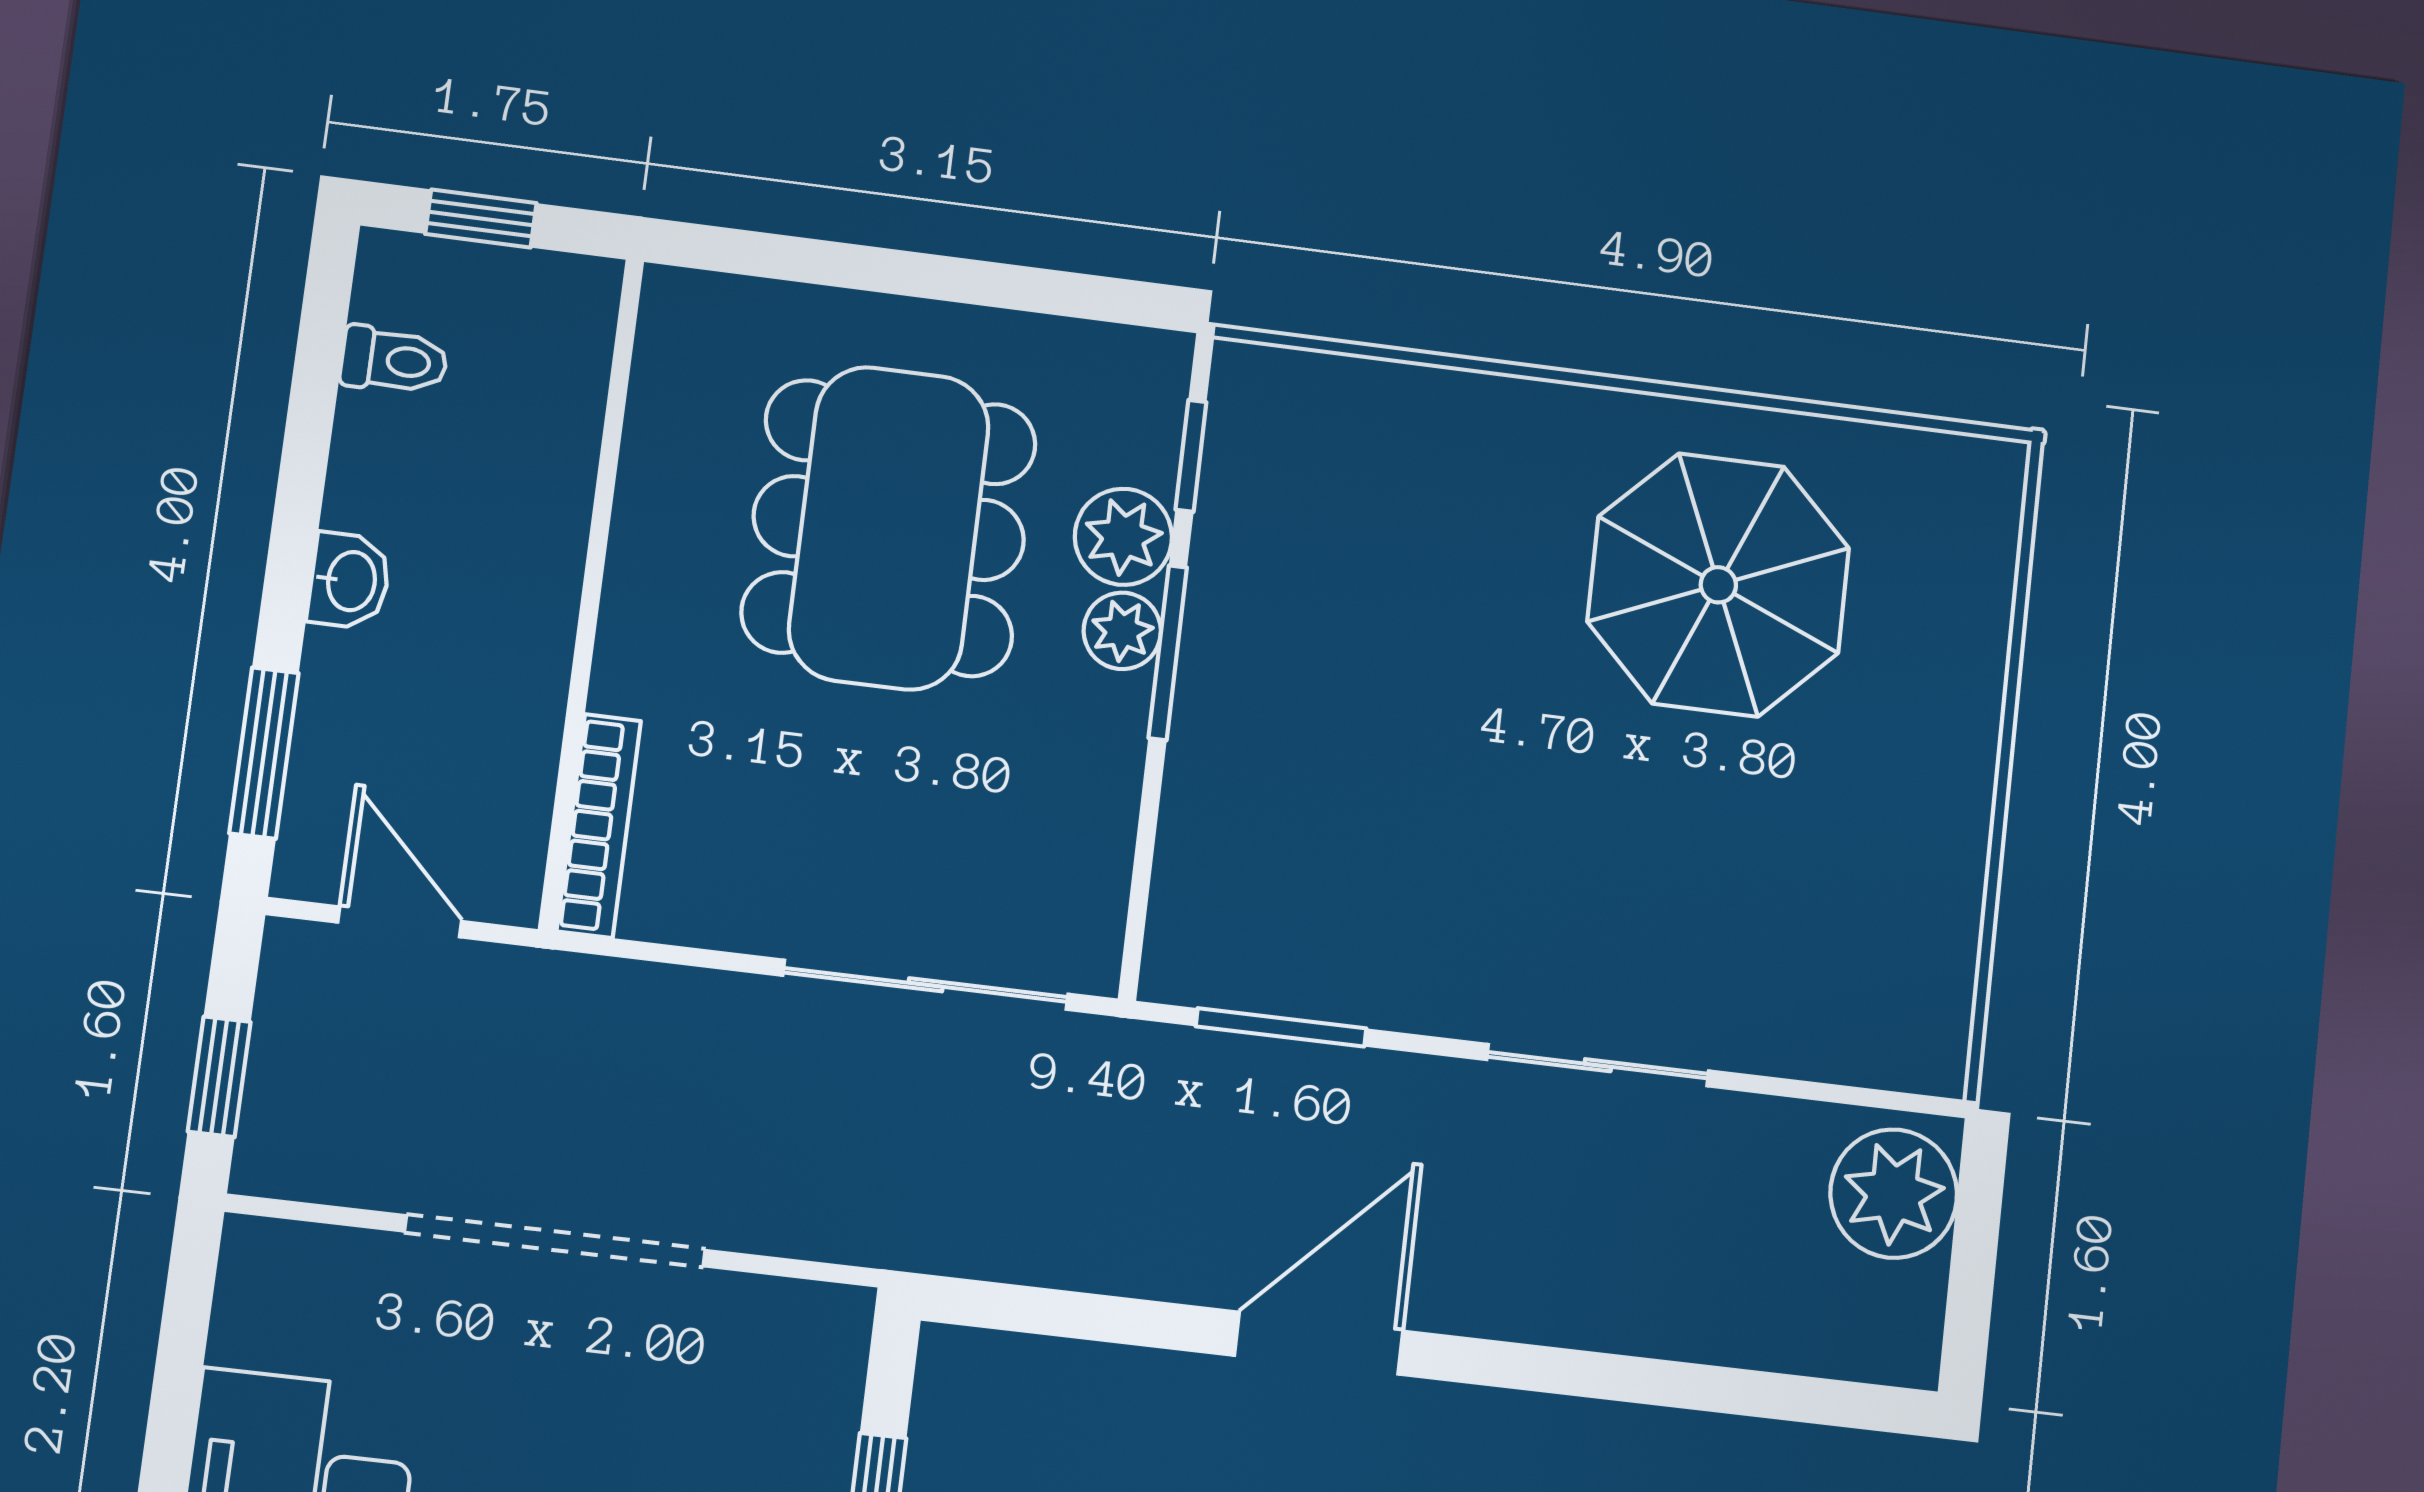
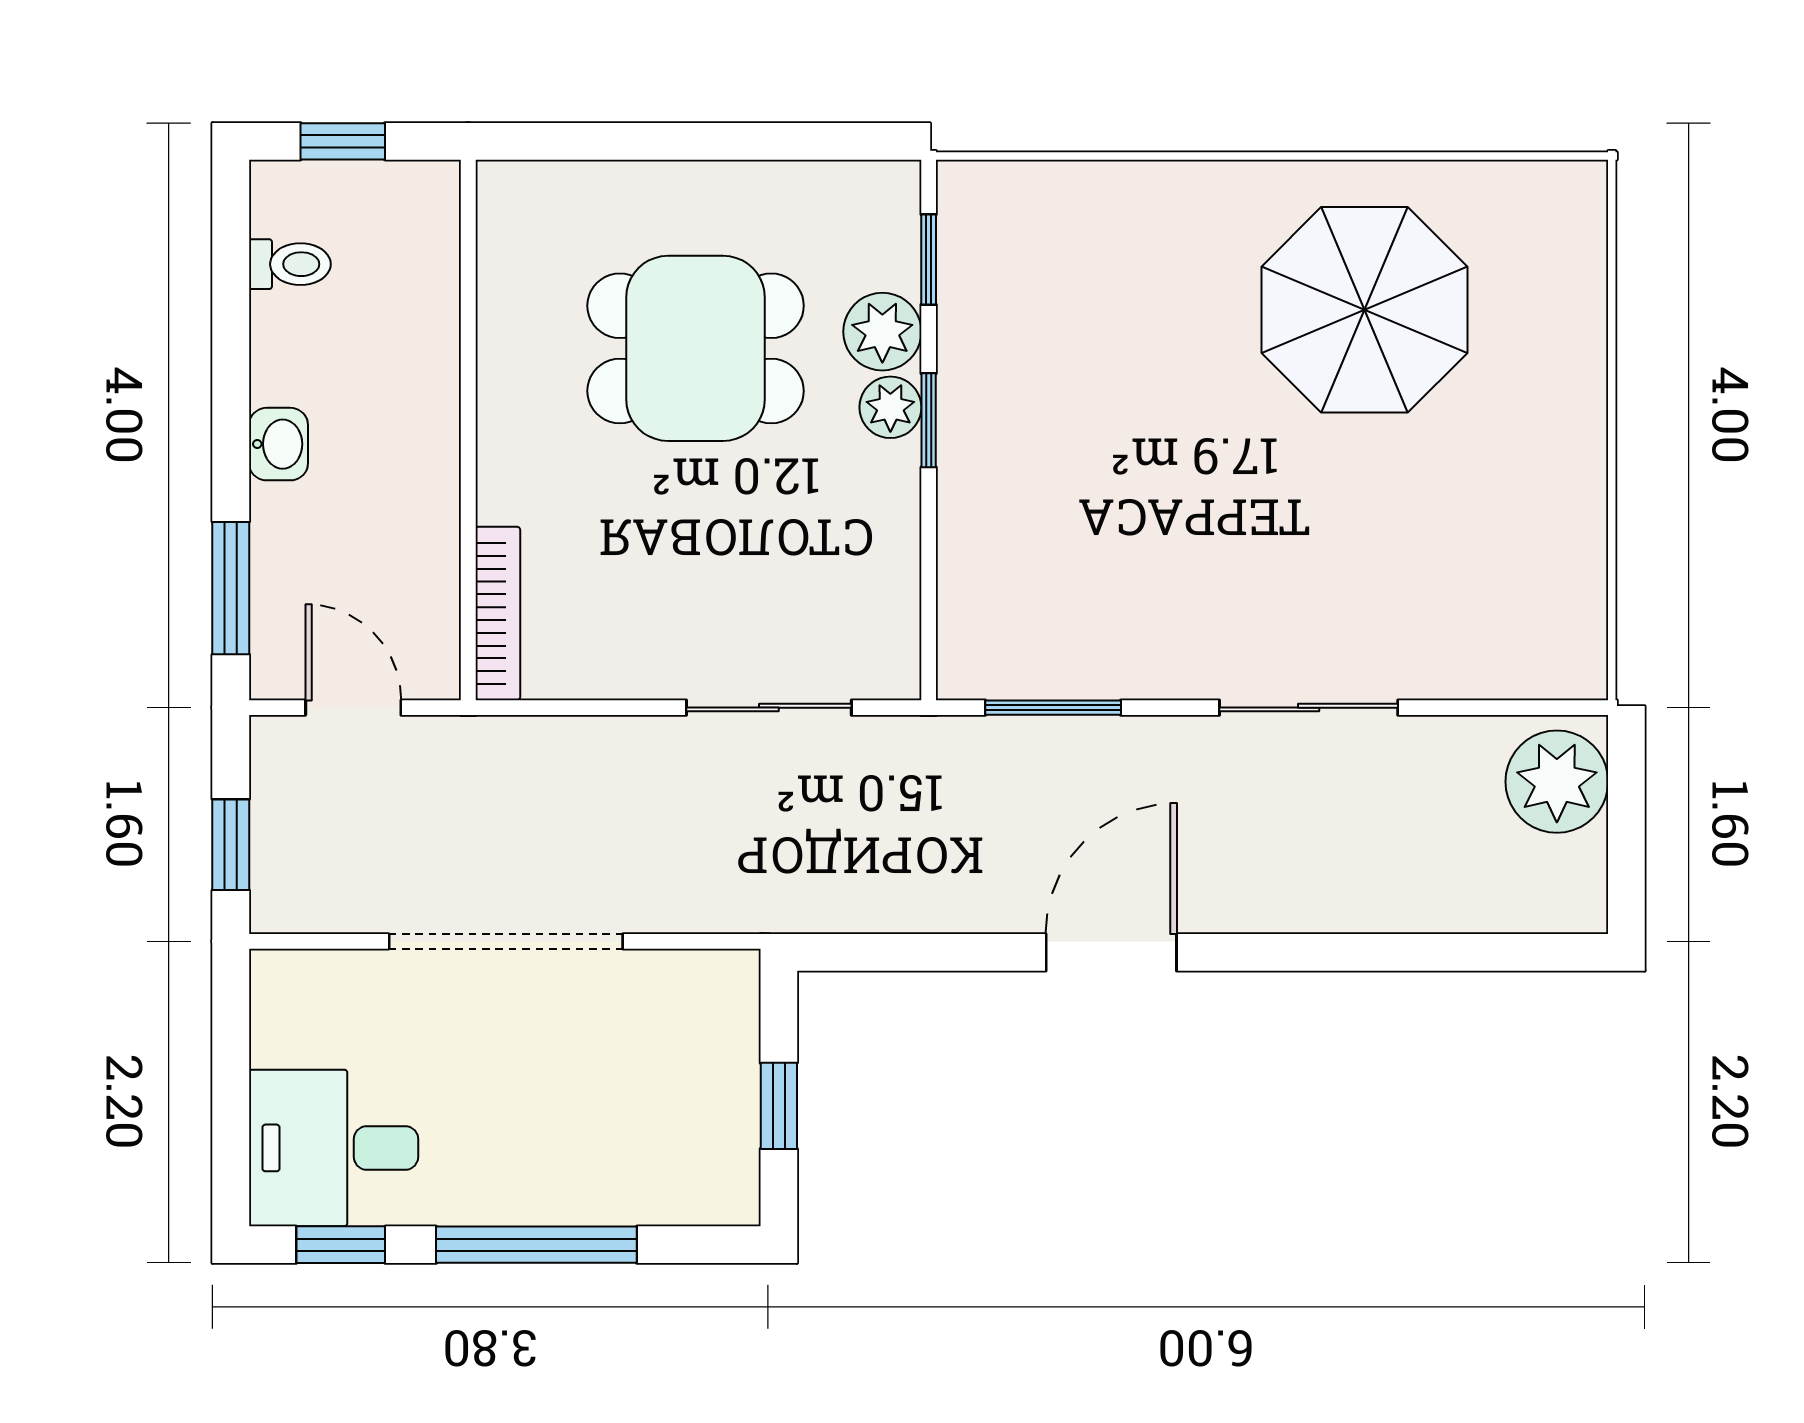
dining table: (889, 528) -> (696, 348), width x0.73
window: (1168, 653) -> (929, 420), width x0.67
sliding door: (926, 985) -> (769, 708), width x0.73

